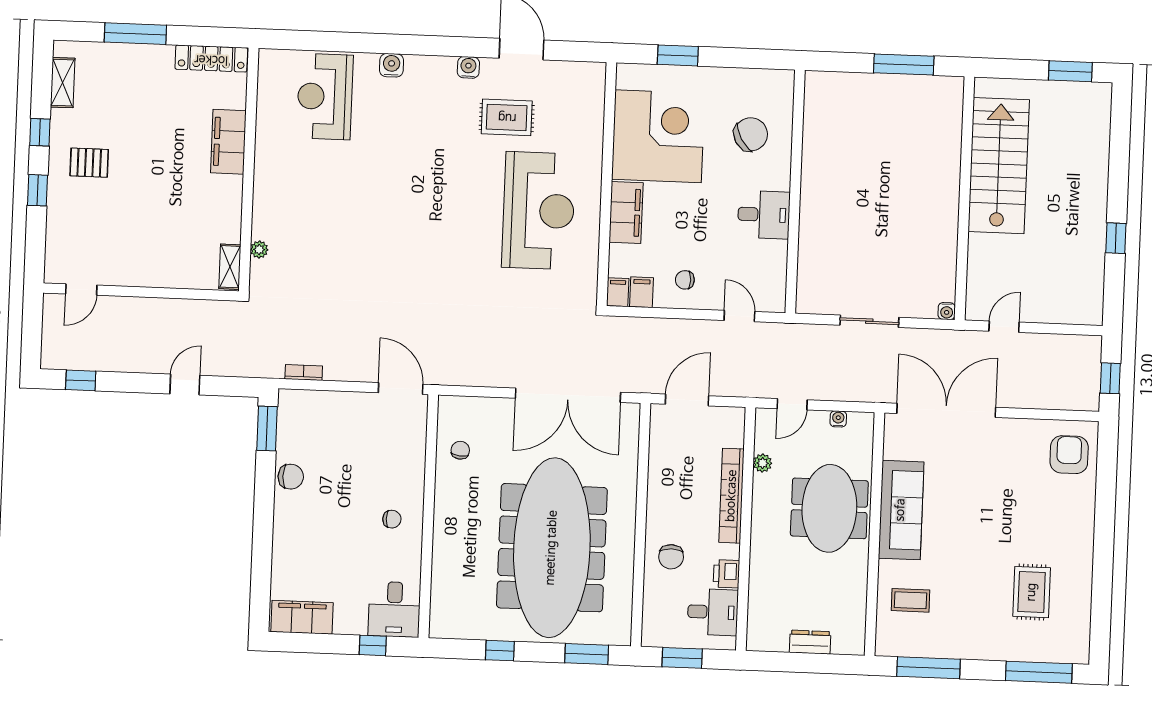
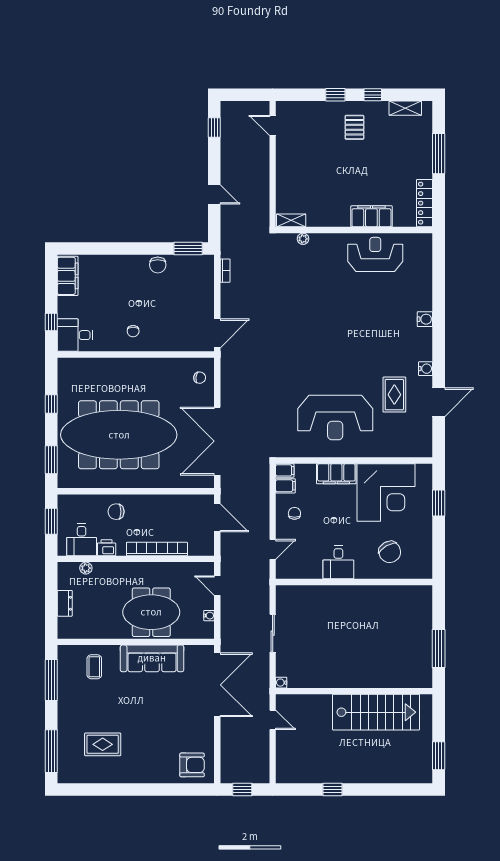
reception desk: (325, 97) -> (375, 254), moved
chair: (460, 450) -> (200, 378), moved
plant: (763, 463) -> (86, 568), moved

